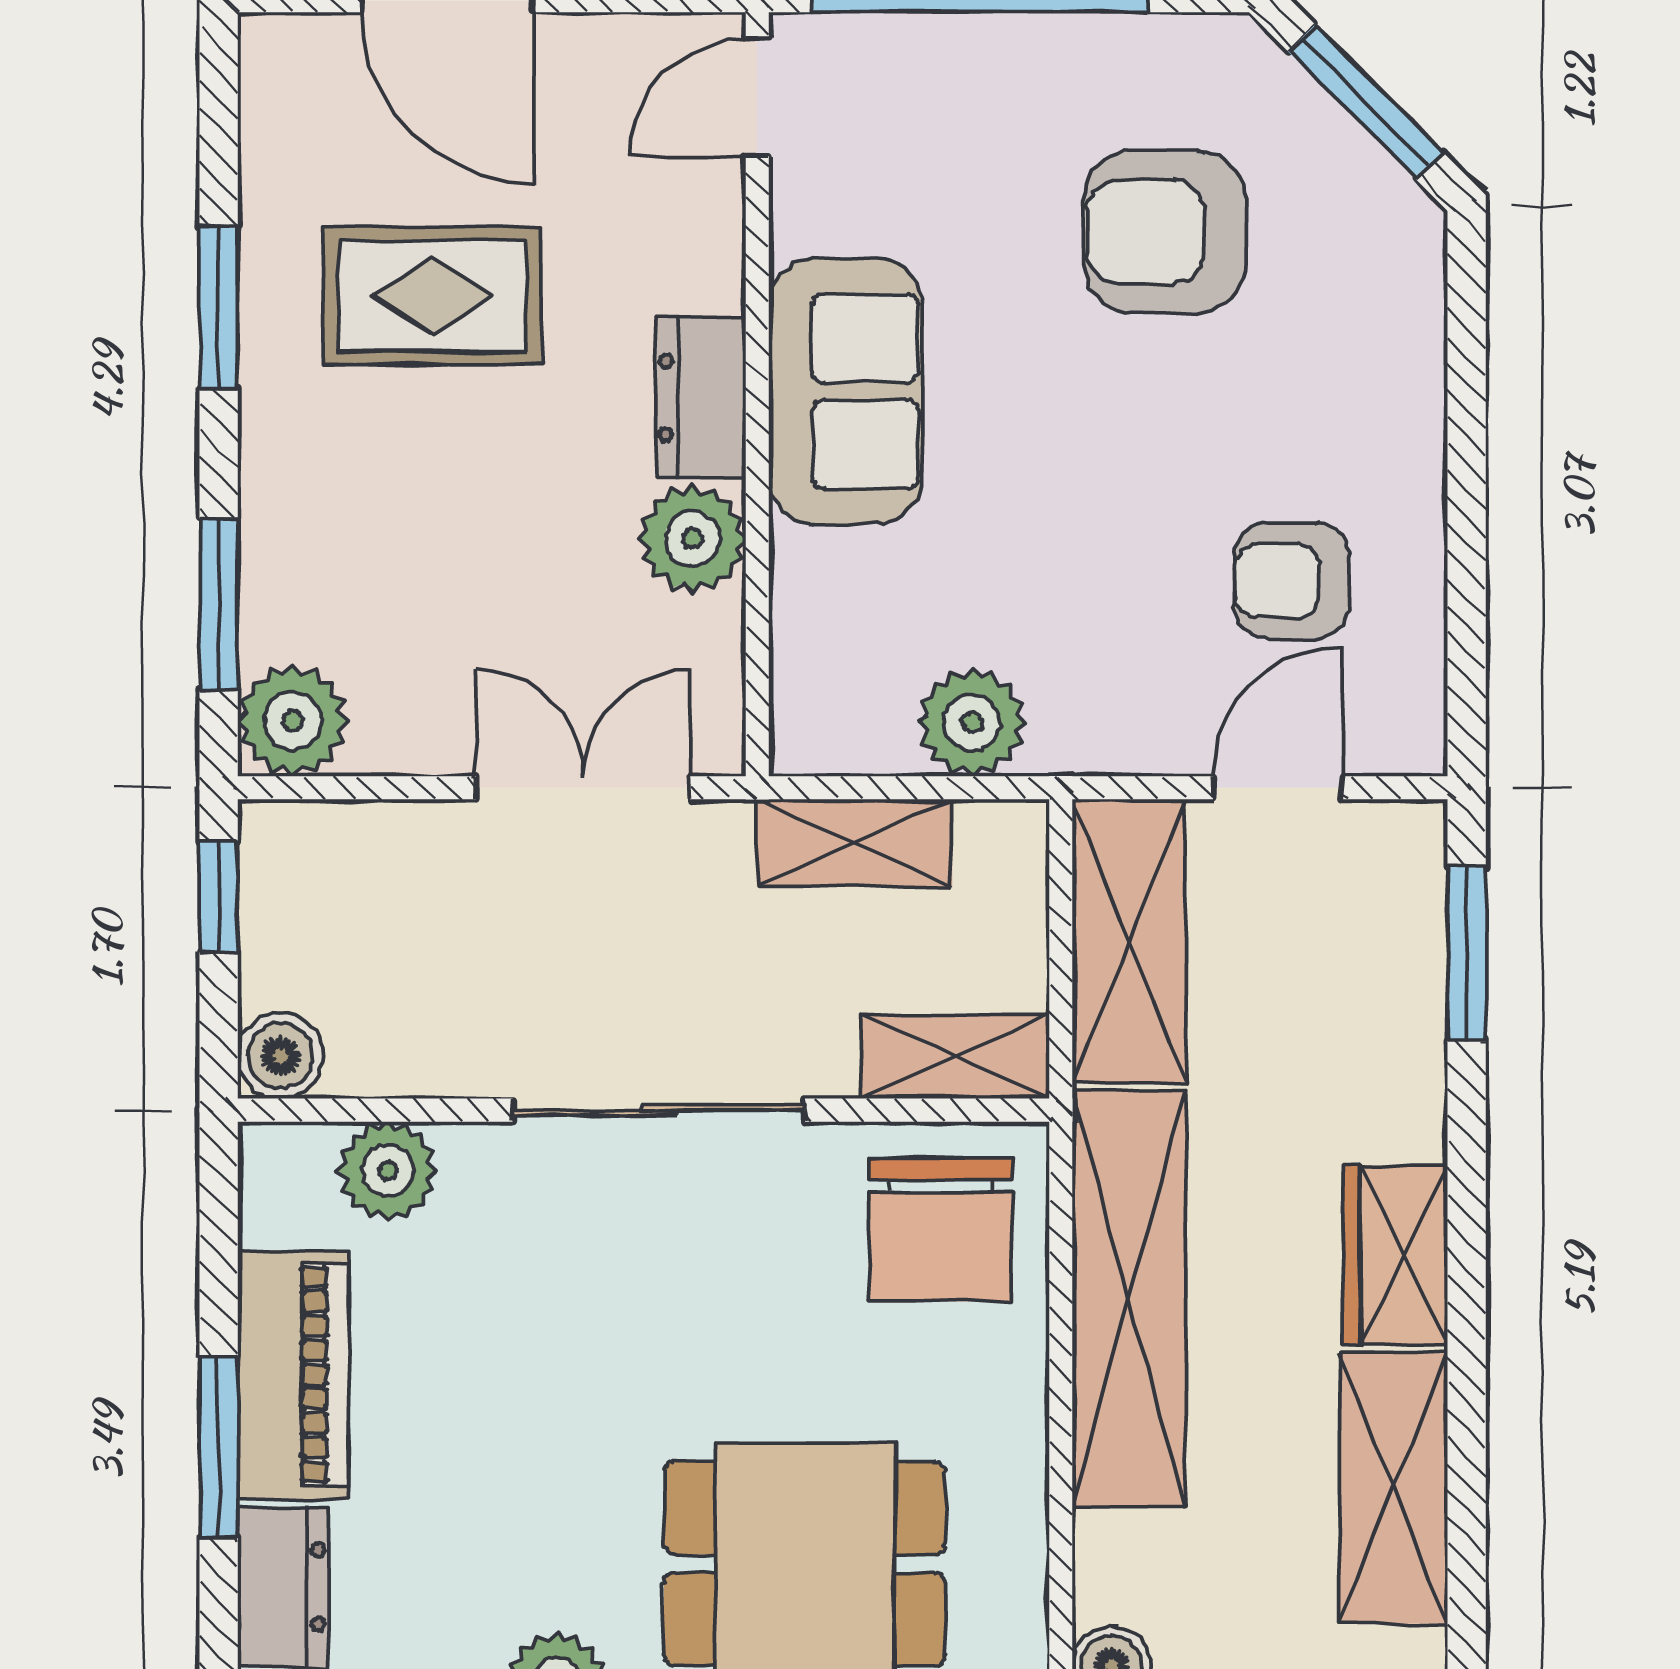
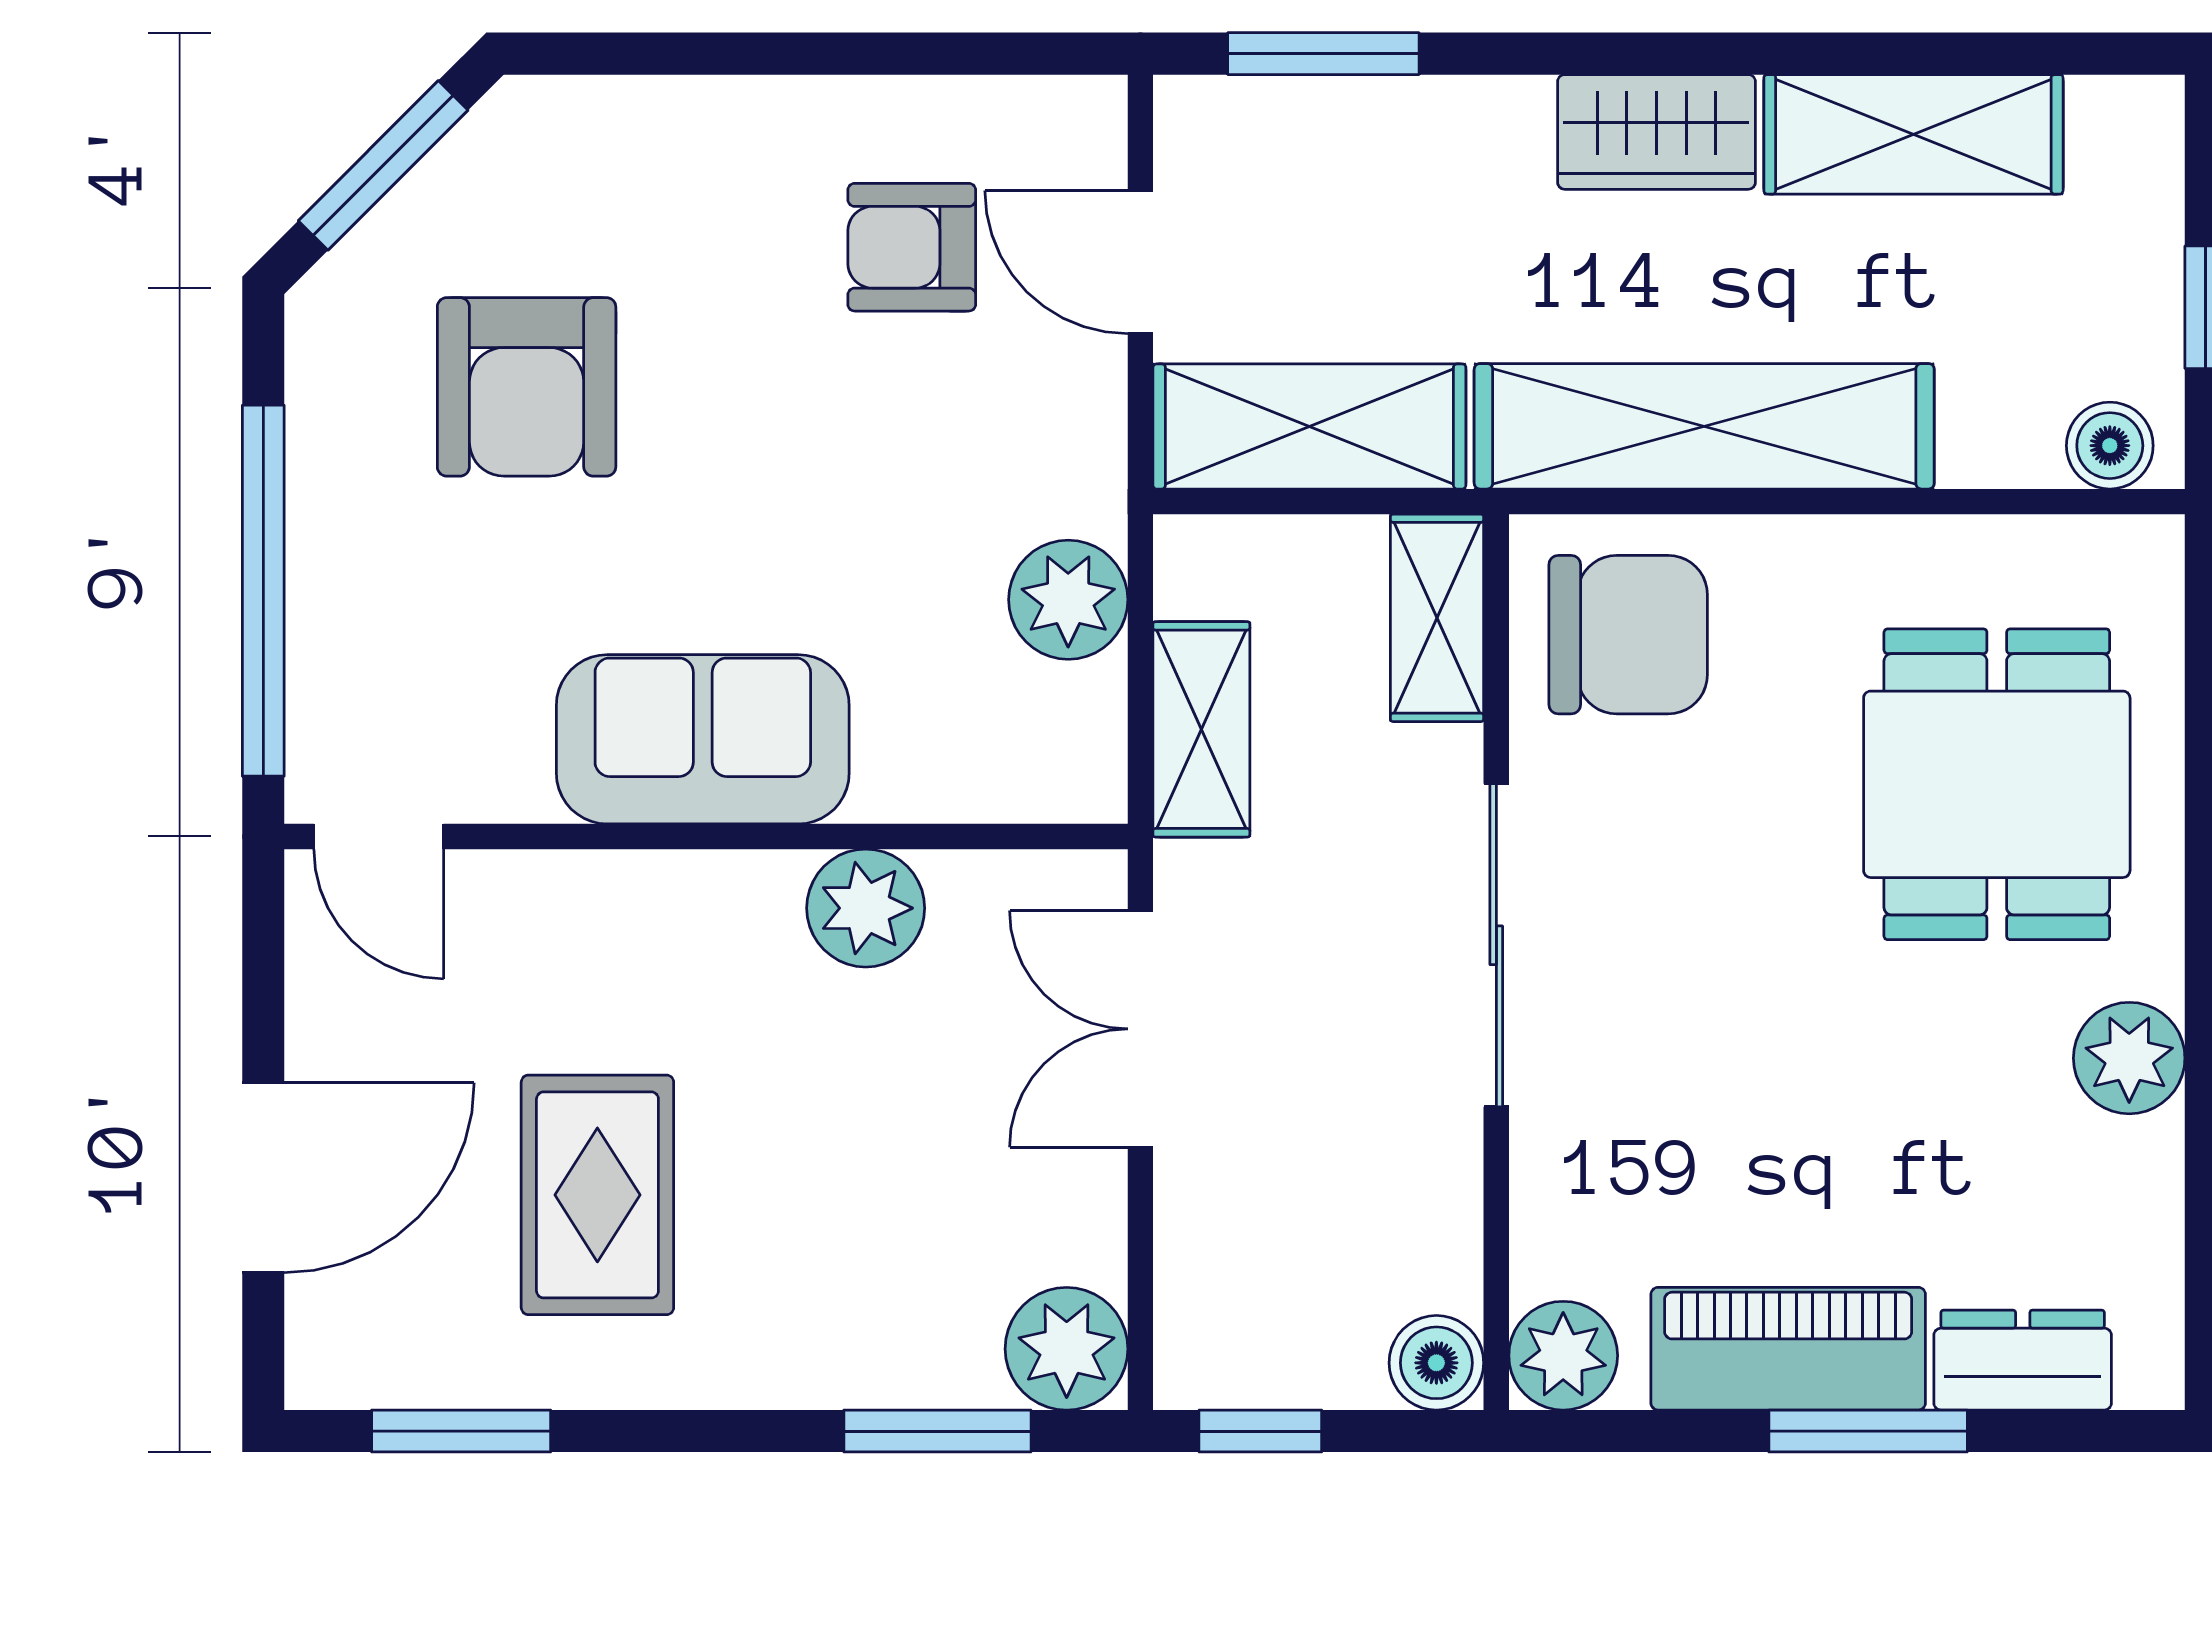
window: (219, 307) -> (461, 1431), moved
dresser: (701, 398) -> (710, 899), removed
armchair: (1291, 581) -> (912, 247), turned 90
plant: (388, 1171) -> (1563, 1356), moved

